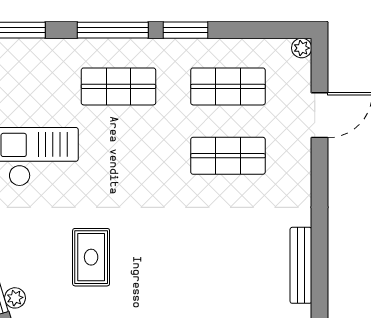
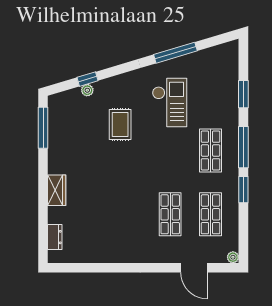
rug: (91, 257) -> (120, 125), moved, turned 90
bench: (301, 265) -> (106, 257), removed

